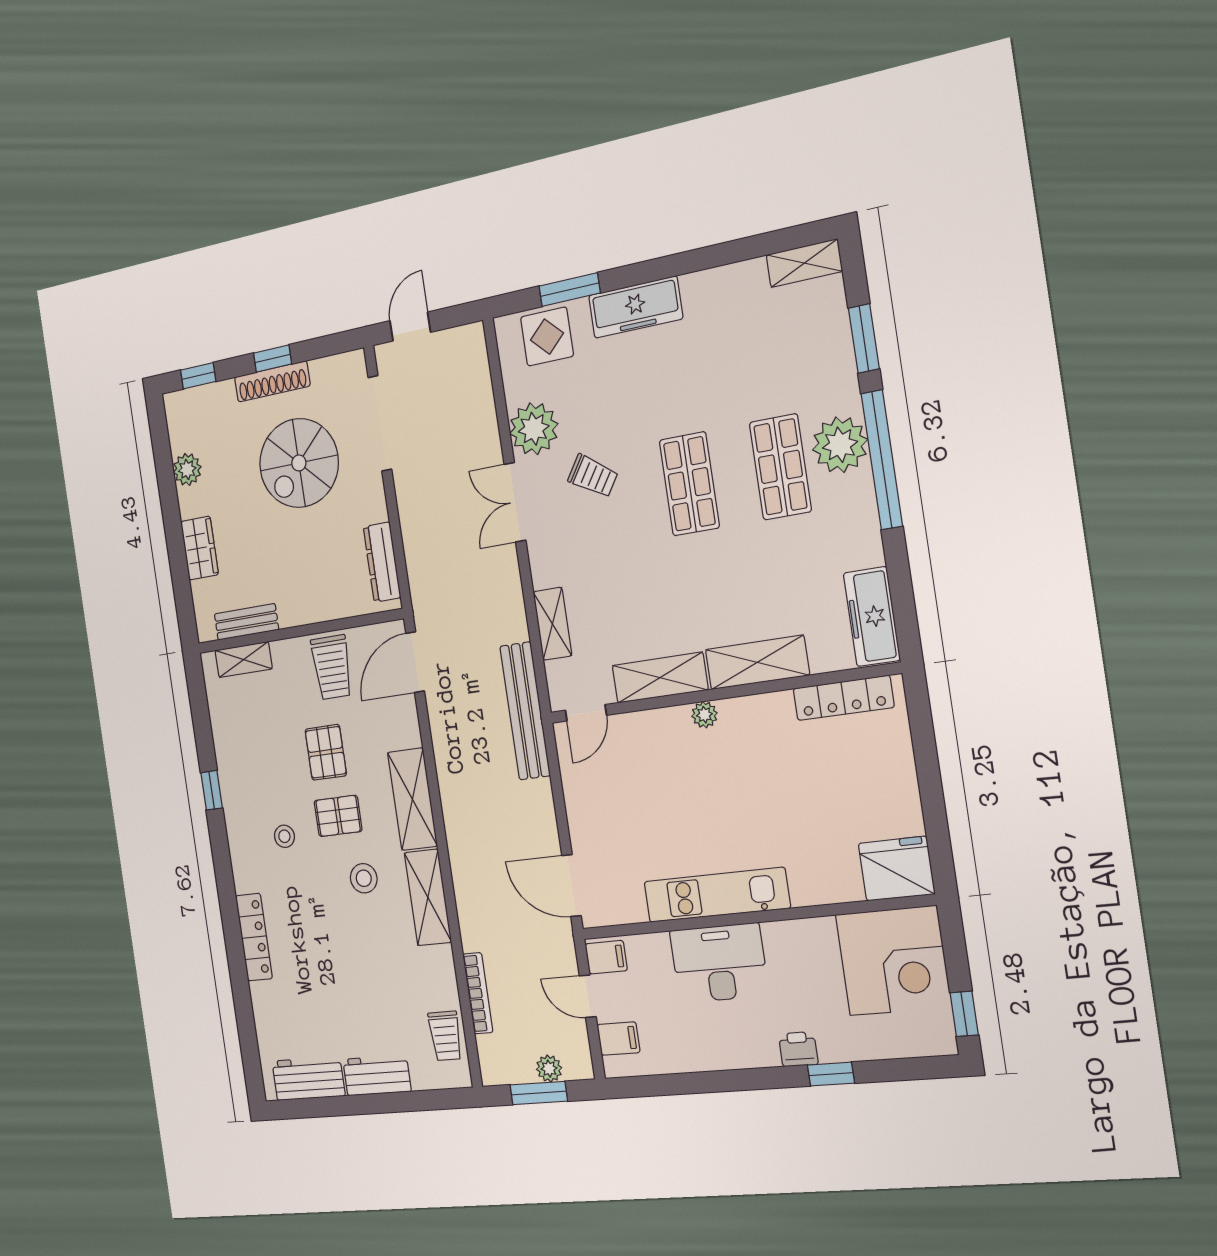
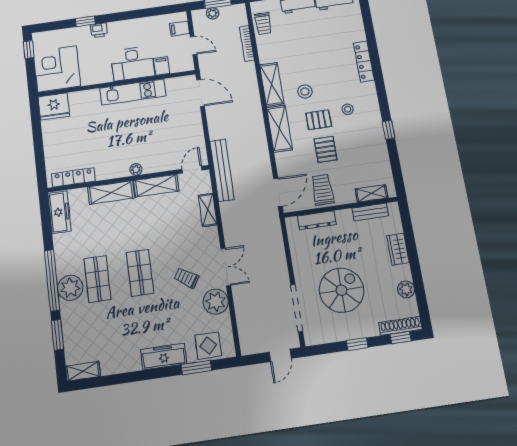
shoe rack: (272, 381) -> (400, 326), moved
dresser: (382, 562) -> (317, 220), moved, turned 90
filing cabinet: (606, 957) -> (162, 66), moved, turned 90
trolley: (445, 1036) -> (263, 24), turned 180

